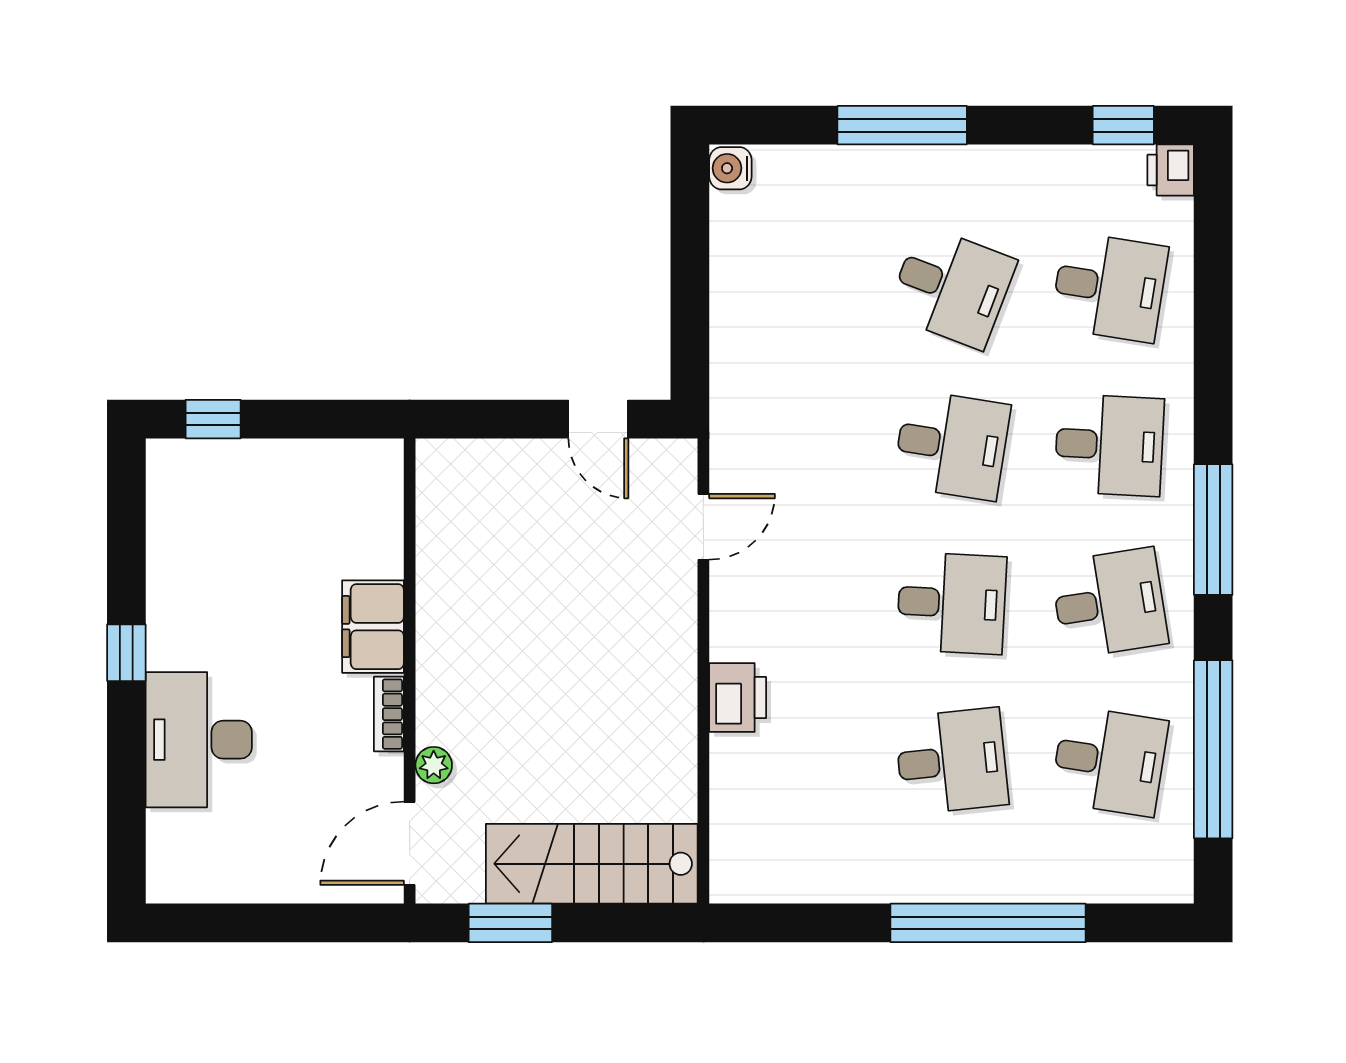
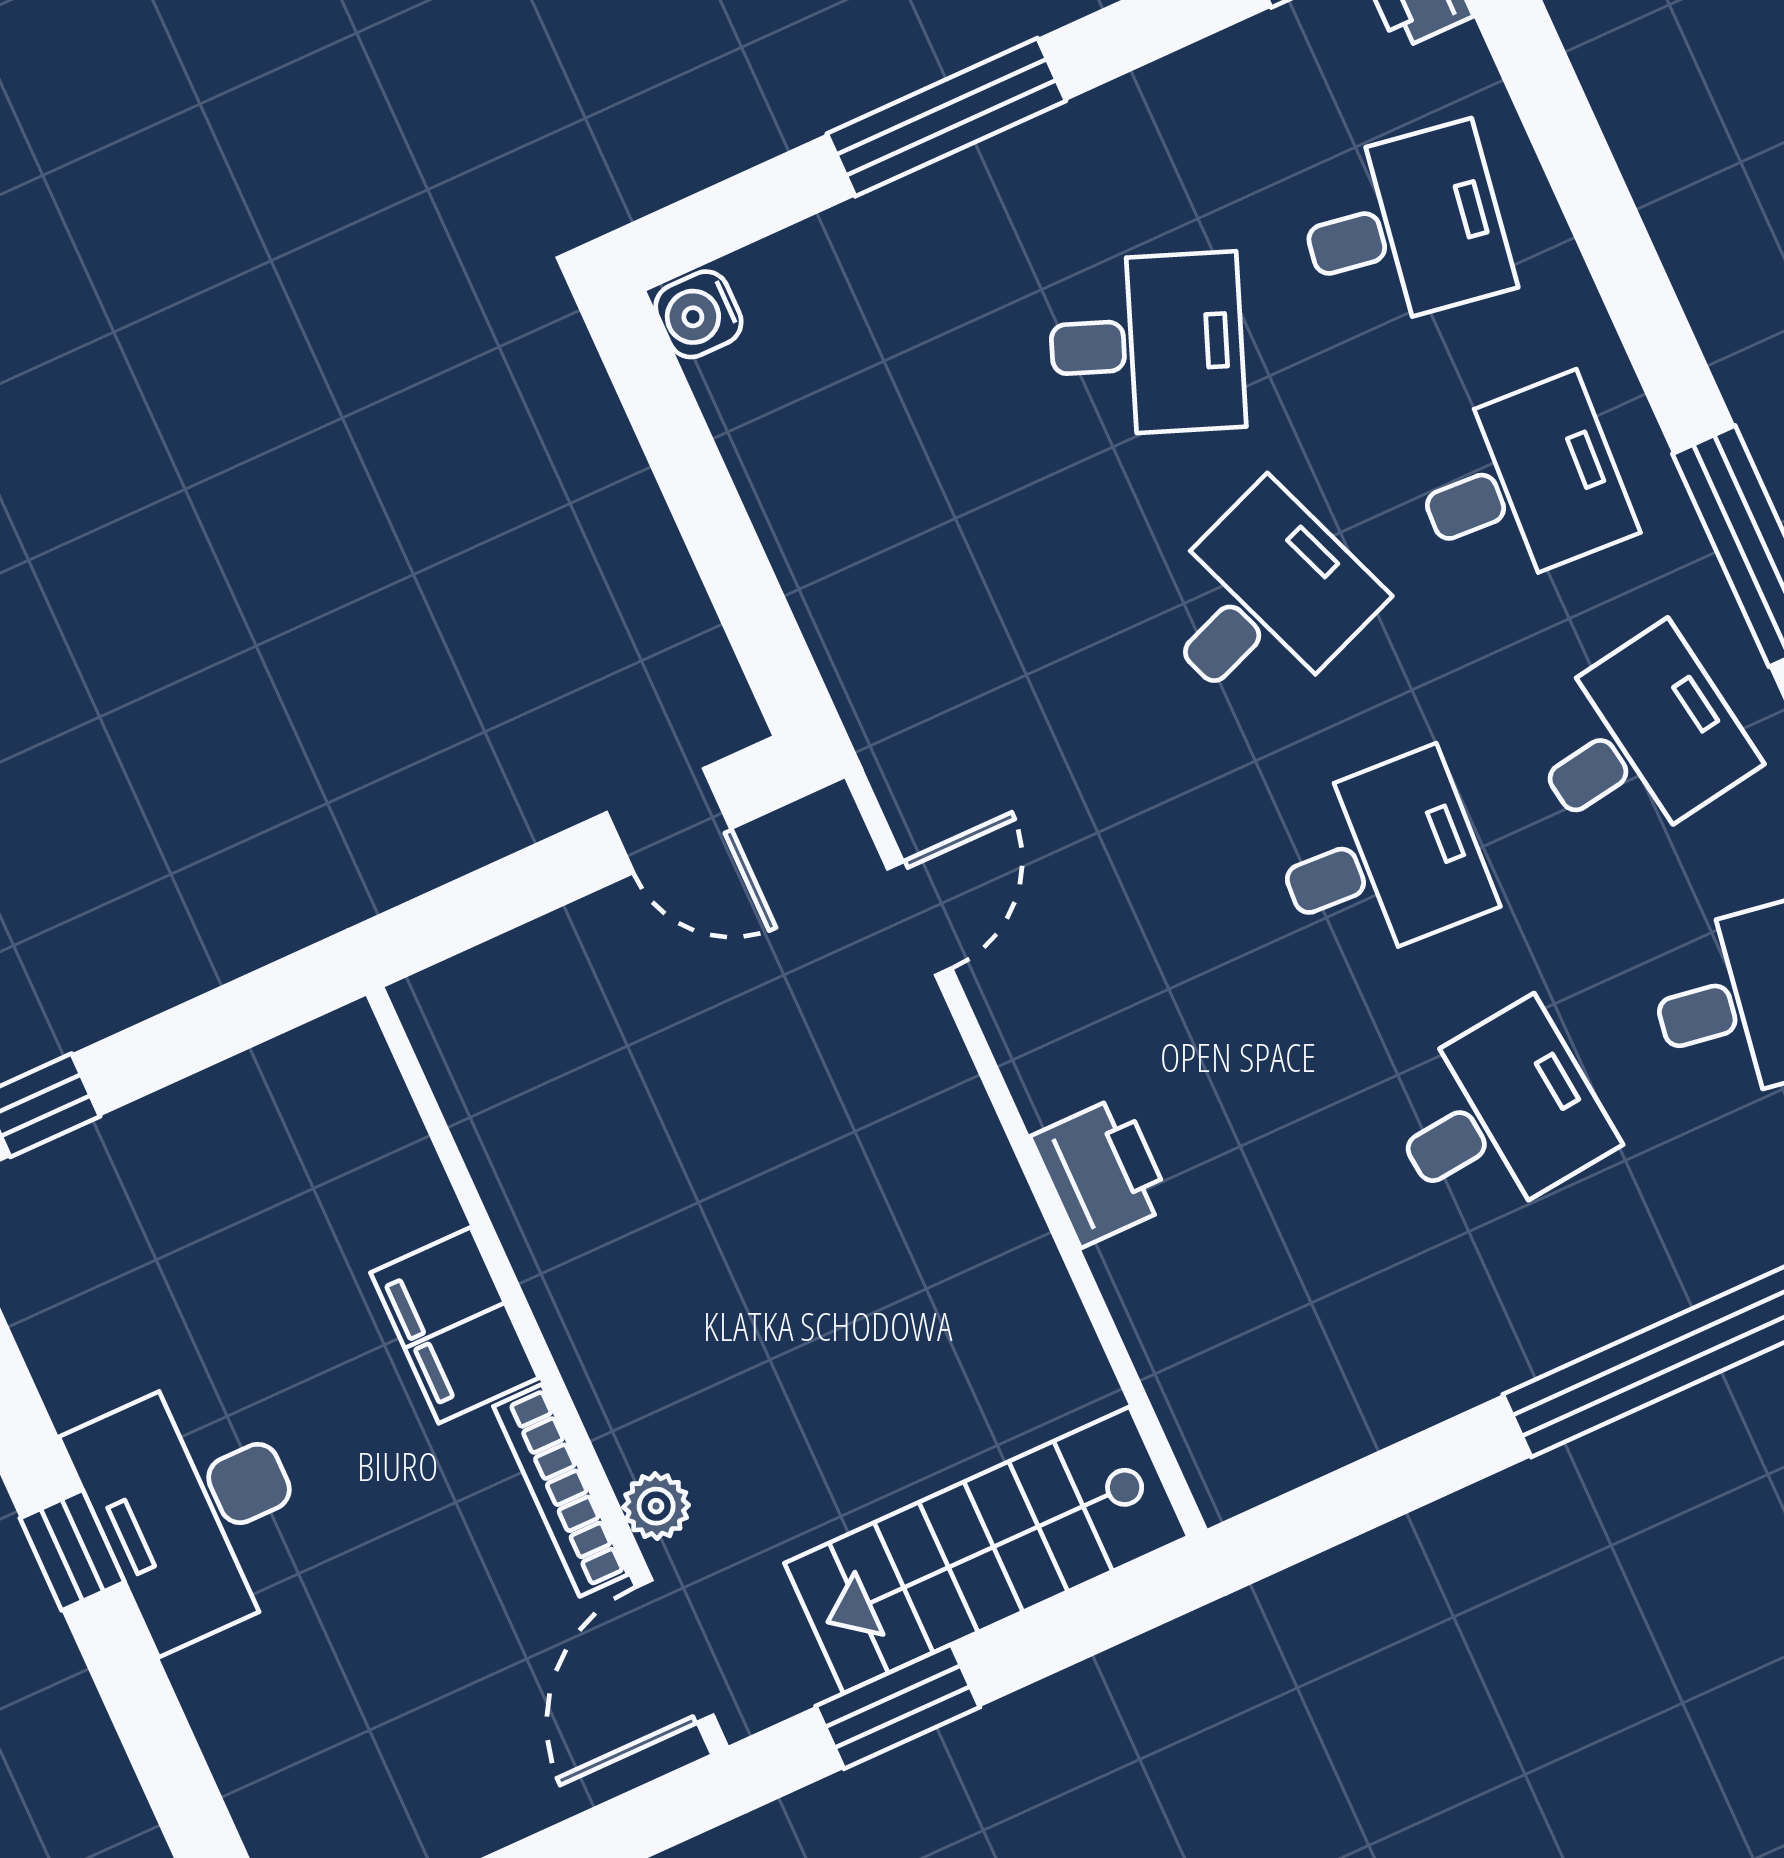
desk: (952, 445) -> (1263, 602), turned -30
bookcase: (389, 714) -> (561, 1490), width x1.56
desk: (199, 740) -> (195, 1508), moved

